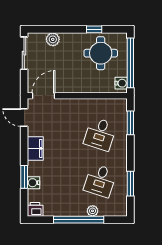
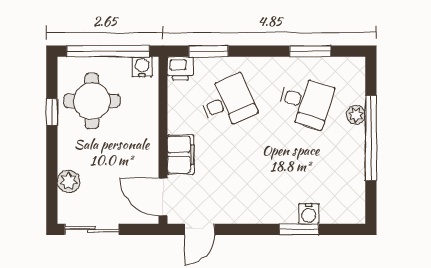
desk: (100, 134) -> (227, 102), turned -42
filing cabinet: (35, 148) -> (181, 154), moved, turned 90
printer: (35, 209) -> (180, 68), moved, turned -90

